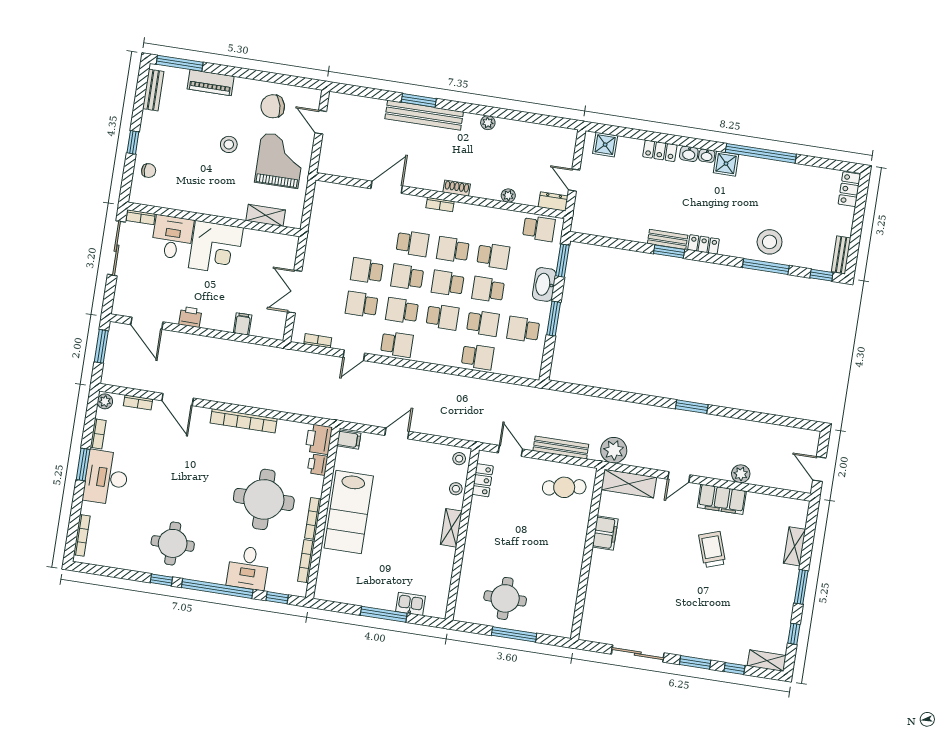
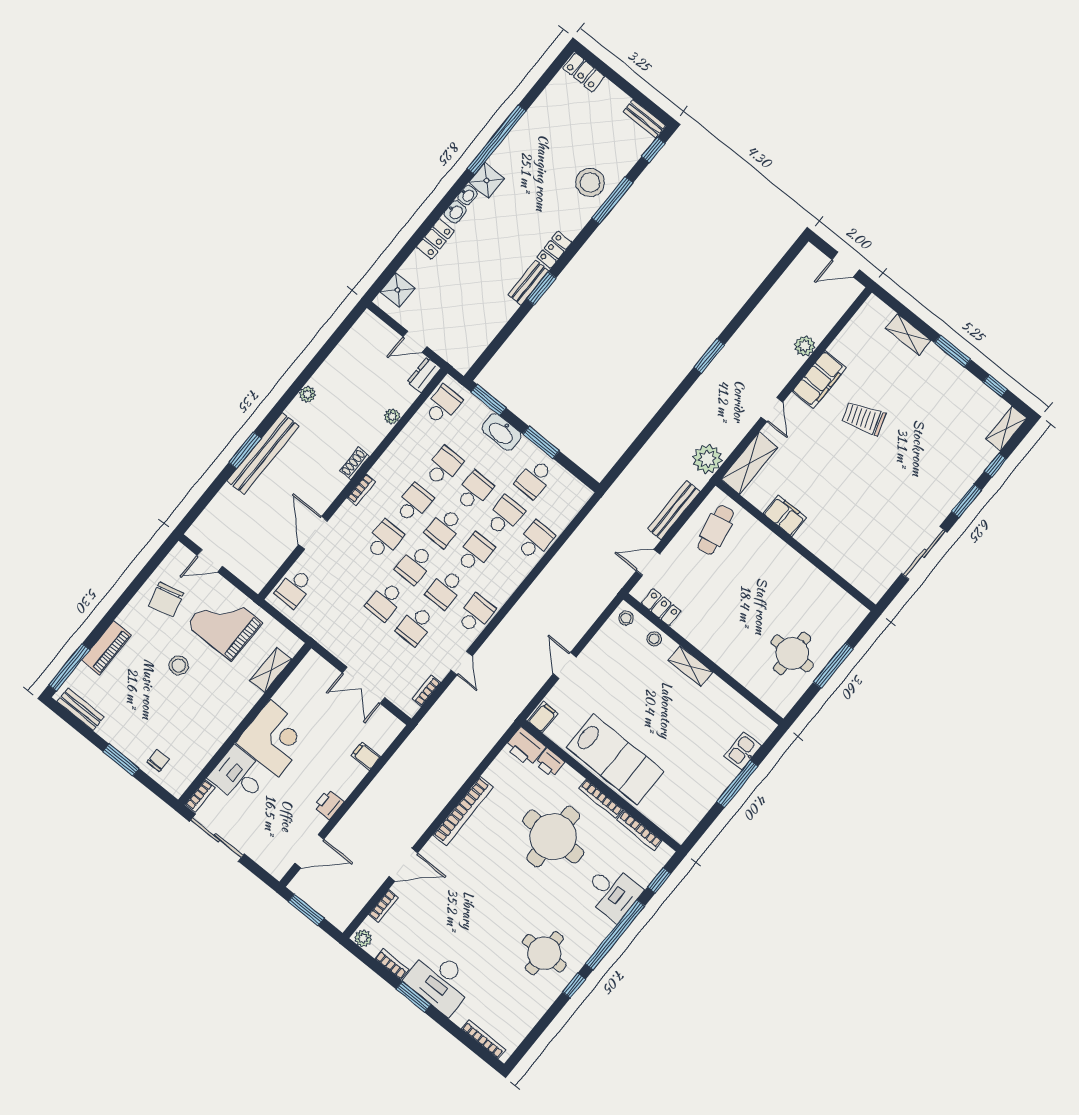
window: (133, 142) -> (121, 760), width x1.50
school desk: (337, 197) -> (294, 588), added
school desk: (453, 250) -> (414, 503), turned 180
school desk: (488, 290) -> (474, 491), turned 180

